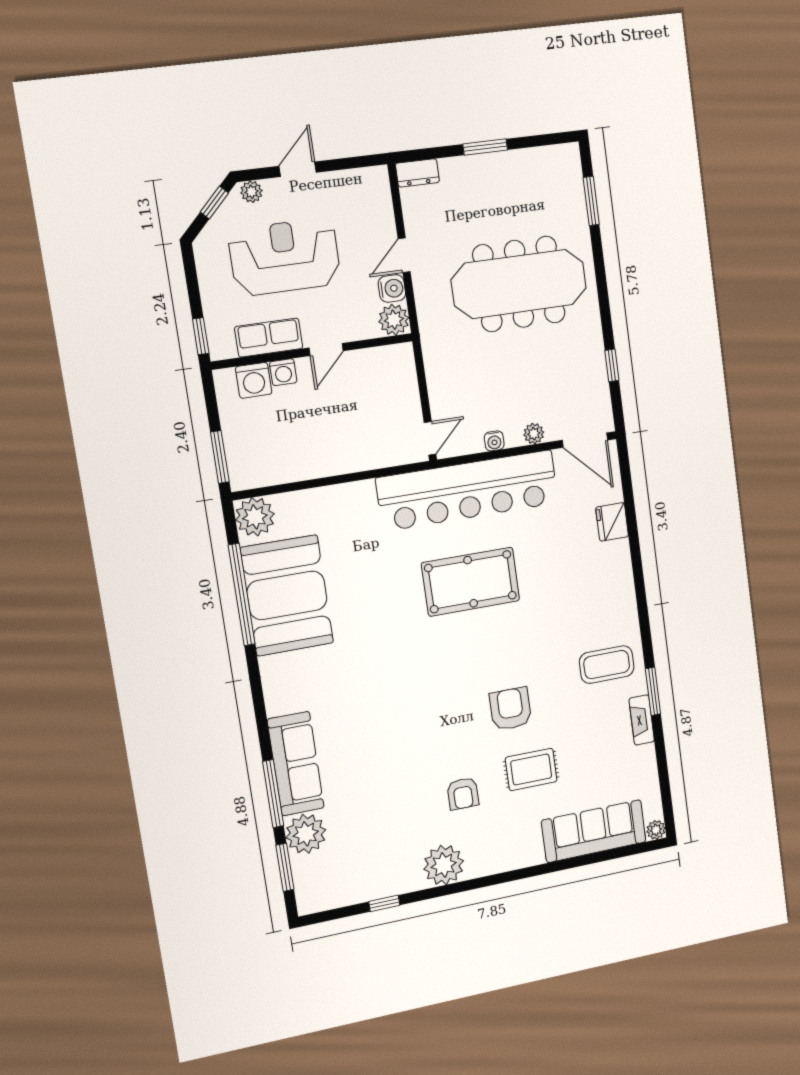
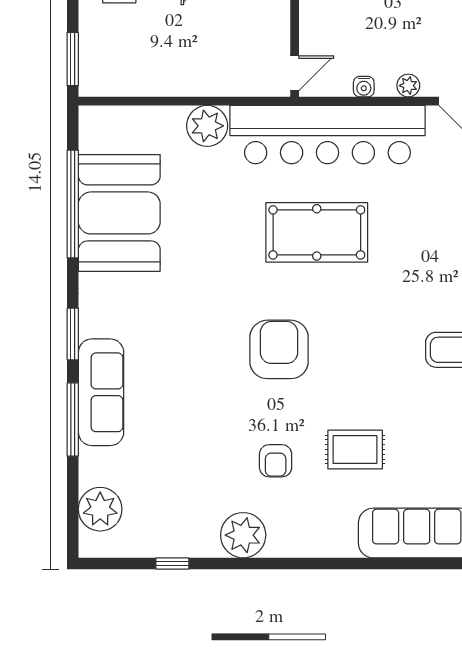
plant: (255, 517) -> (207, 126), moved
armchair: (511, 709) -> (279, 349), moved, width x1.36, depth x1.36
plant: (306, 834) -> (100, 509), moved
window: (285, 867) -> (73, 334), moved

